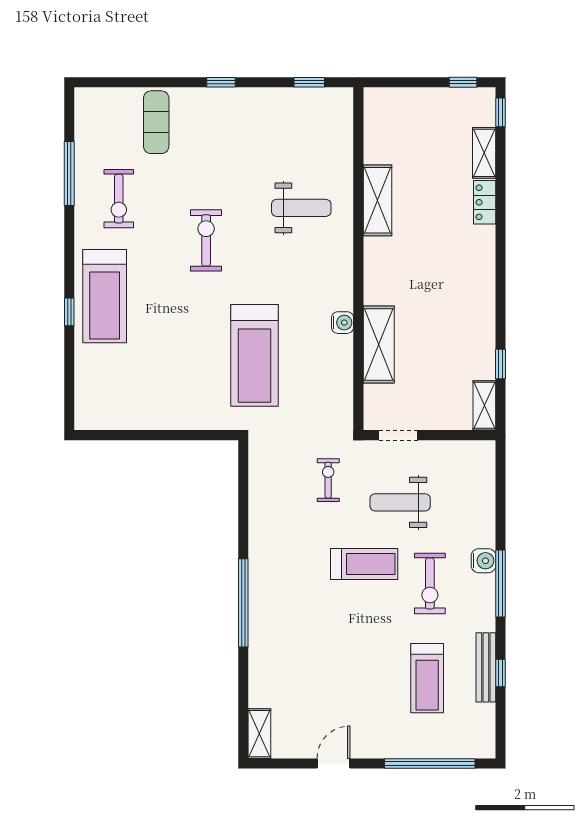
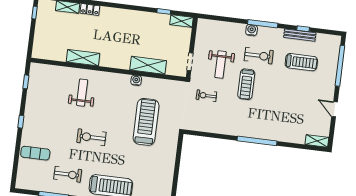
treadmill: (255, 355) -> (146, 122), turned -90
treadmill: (364, 564) -> (246, 84), turned 180

